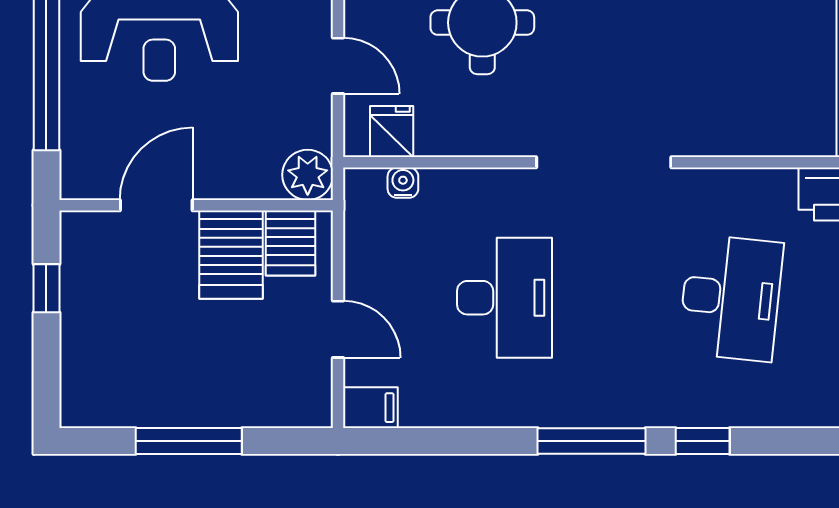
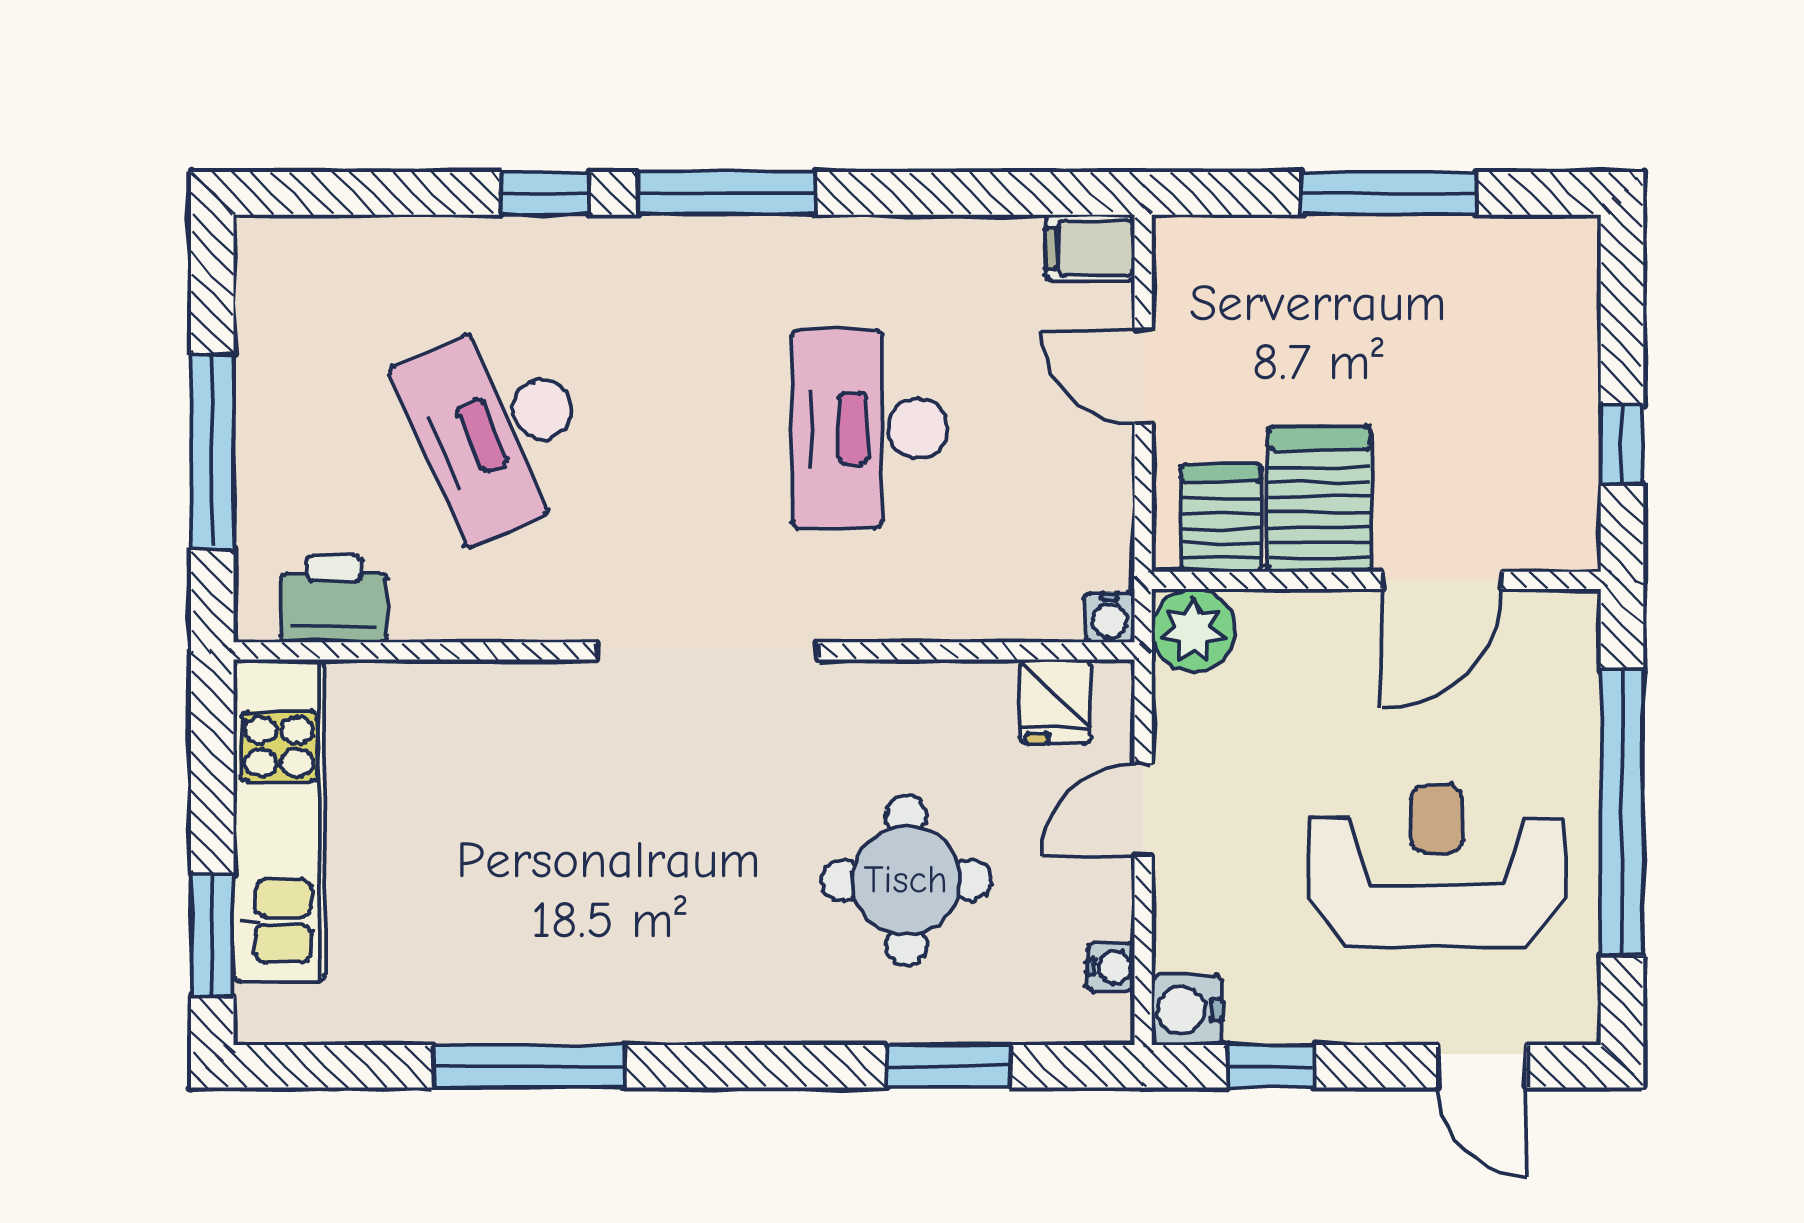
door: (338, 66) -> (1143, 809), hinge flipped
water cooler: (403, 183) -> (1110, 617), moved
desk: (731, 298) -> (498, 429), turned -30

